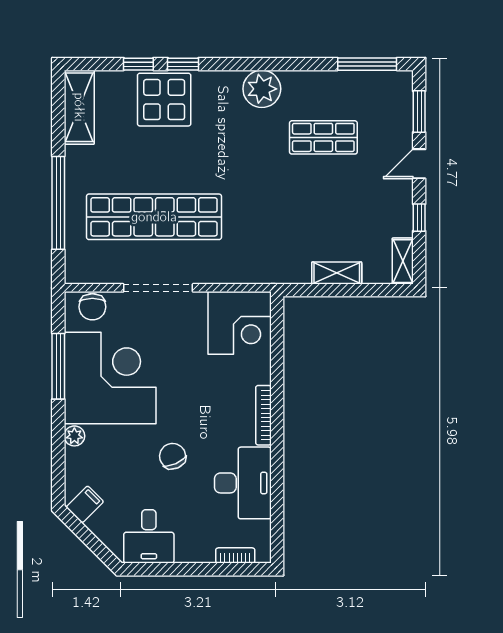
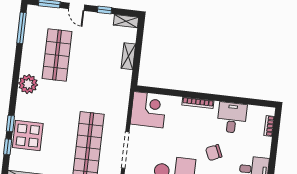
shop shelf: (323, 137) -> (57, 55), width x1.43, depth x1.36
desk: (243, 483) -> (232, 118), width x0.73

